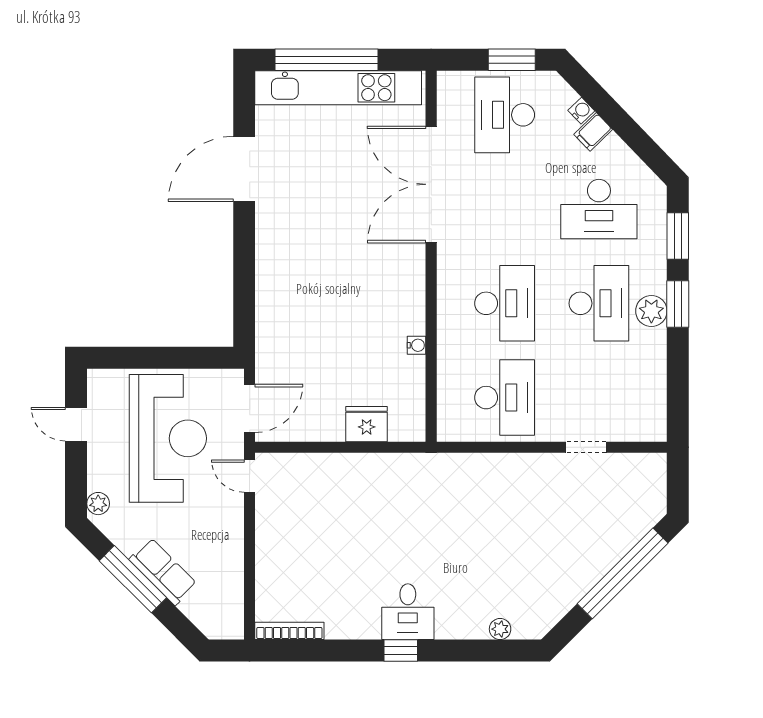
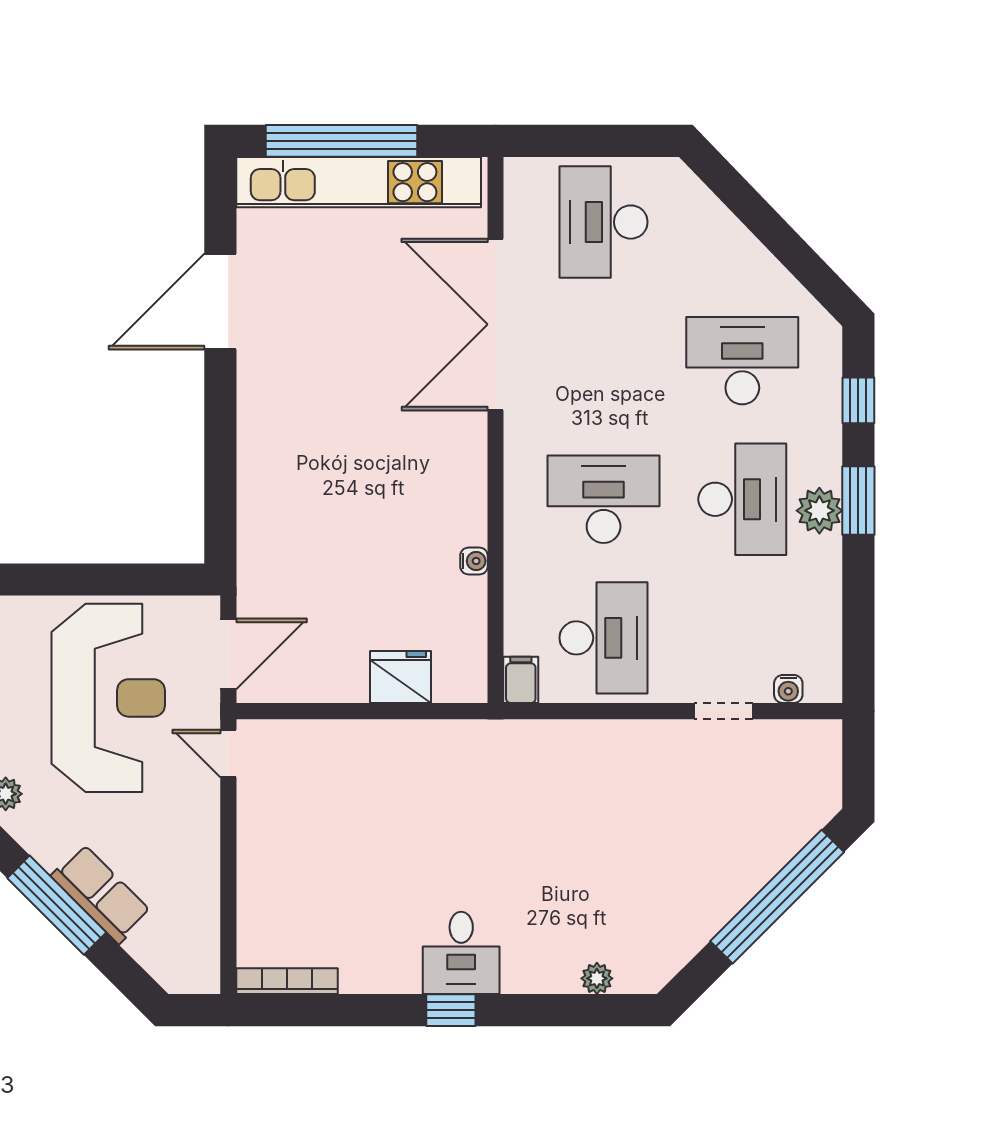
window: (512, 60) -> (614, 141), removed
water cooler: (581, 111) -> (788, 689), moved, turned 134
filing cabinet: (593, 132) -> (521, 680), moved, turned 134
desk: (599, 209) -> (742, 361), turned 180
window: (678, 236) -> (858, 400), width x0.67
desk: (505, 303) -> (604, 499), turned -90

